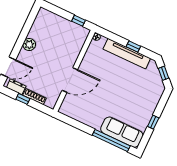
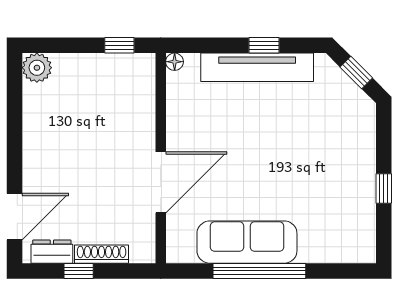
plant: (29, 45) -> (37, 68), moved
sofa: (122, 132) -> (247, 242), moved
window: (111, 141) -> (259, 271), moved

